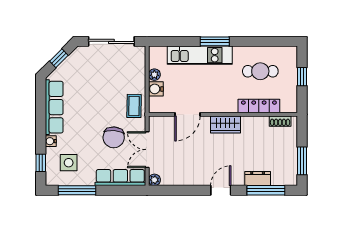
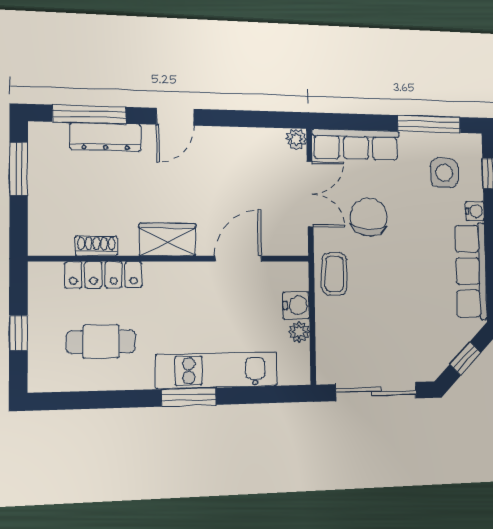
shoe rack: (280, 121) -> (96, 246), moved
dresser: (258, 179) -> (106, 137), width x1.44

